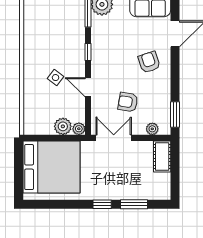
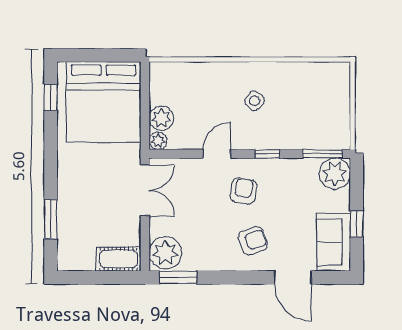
side table: (56, 78) -> (254, 101), moved
armchair: (128, 102) -> (244, 191), moved
plant: (152, 129) -> (165, 253), width x1.88, depth x1.88
window: (102, 204) -> (51, 97), moved

